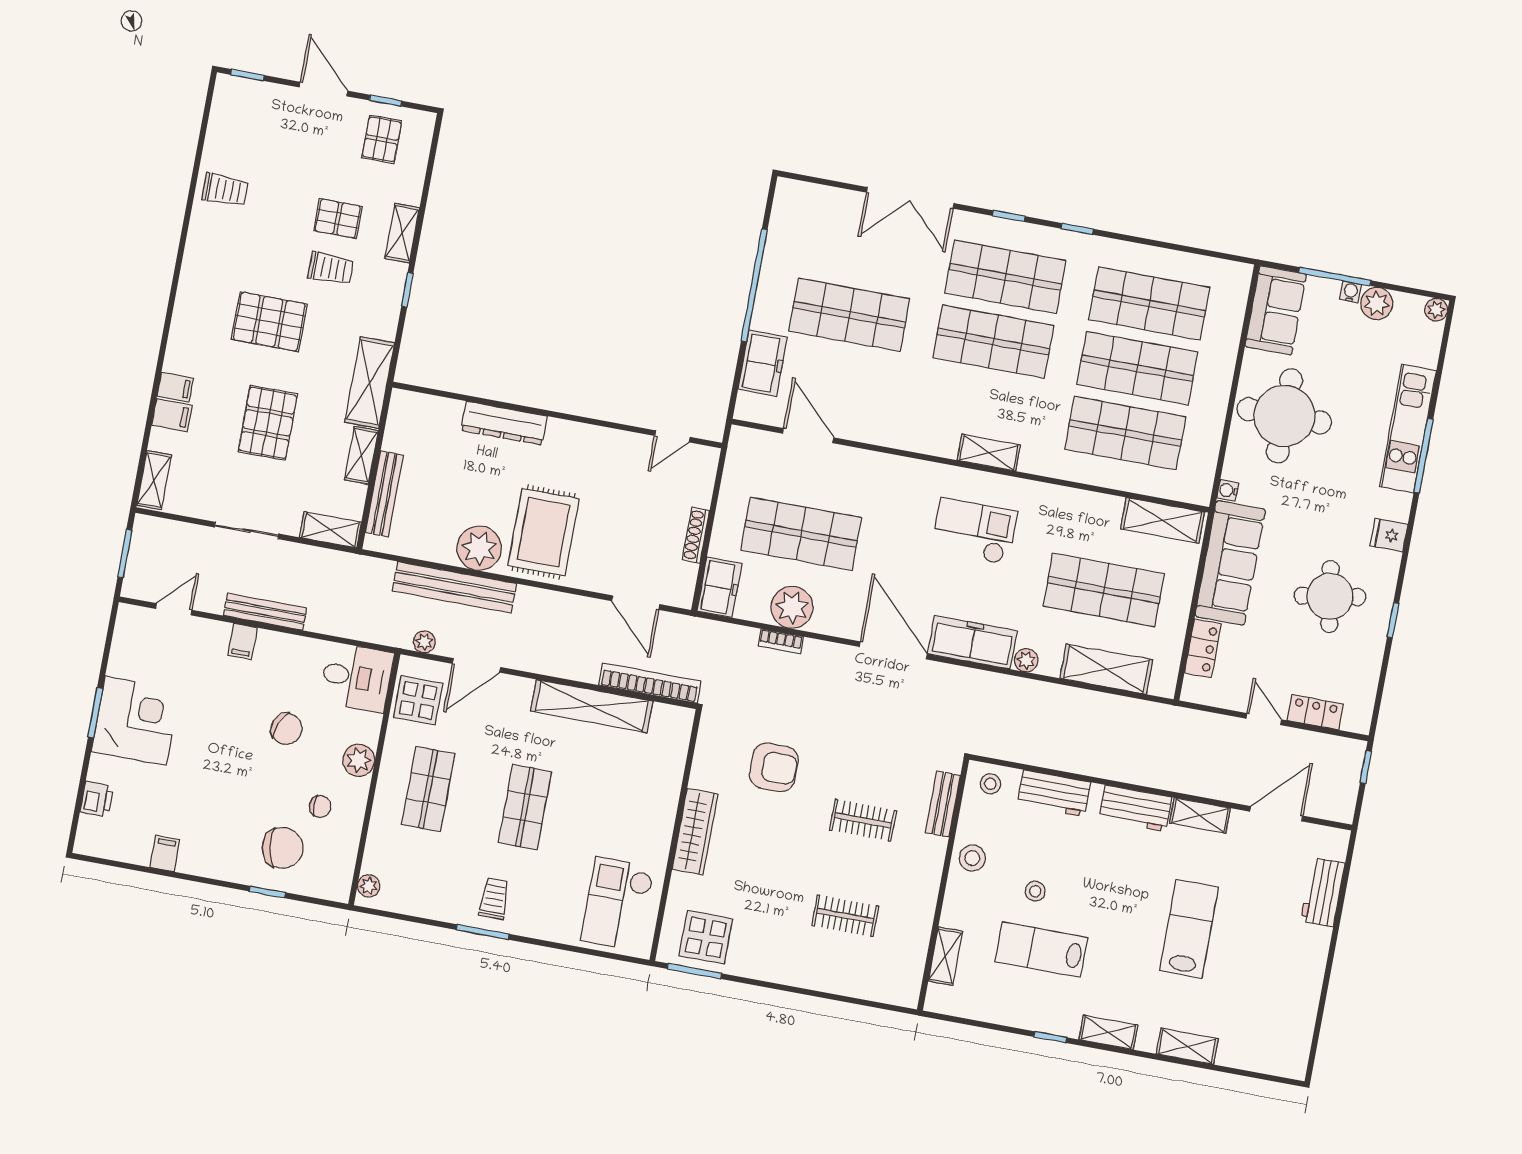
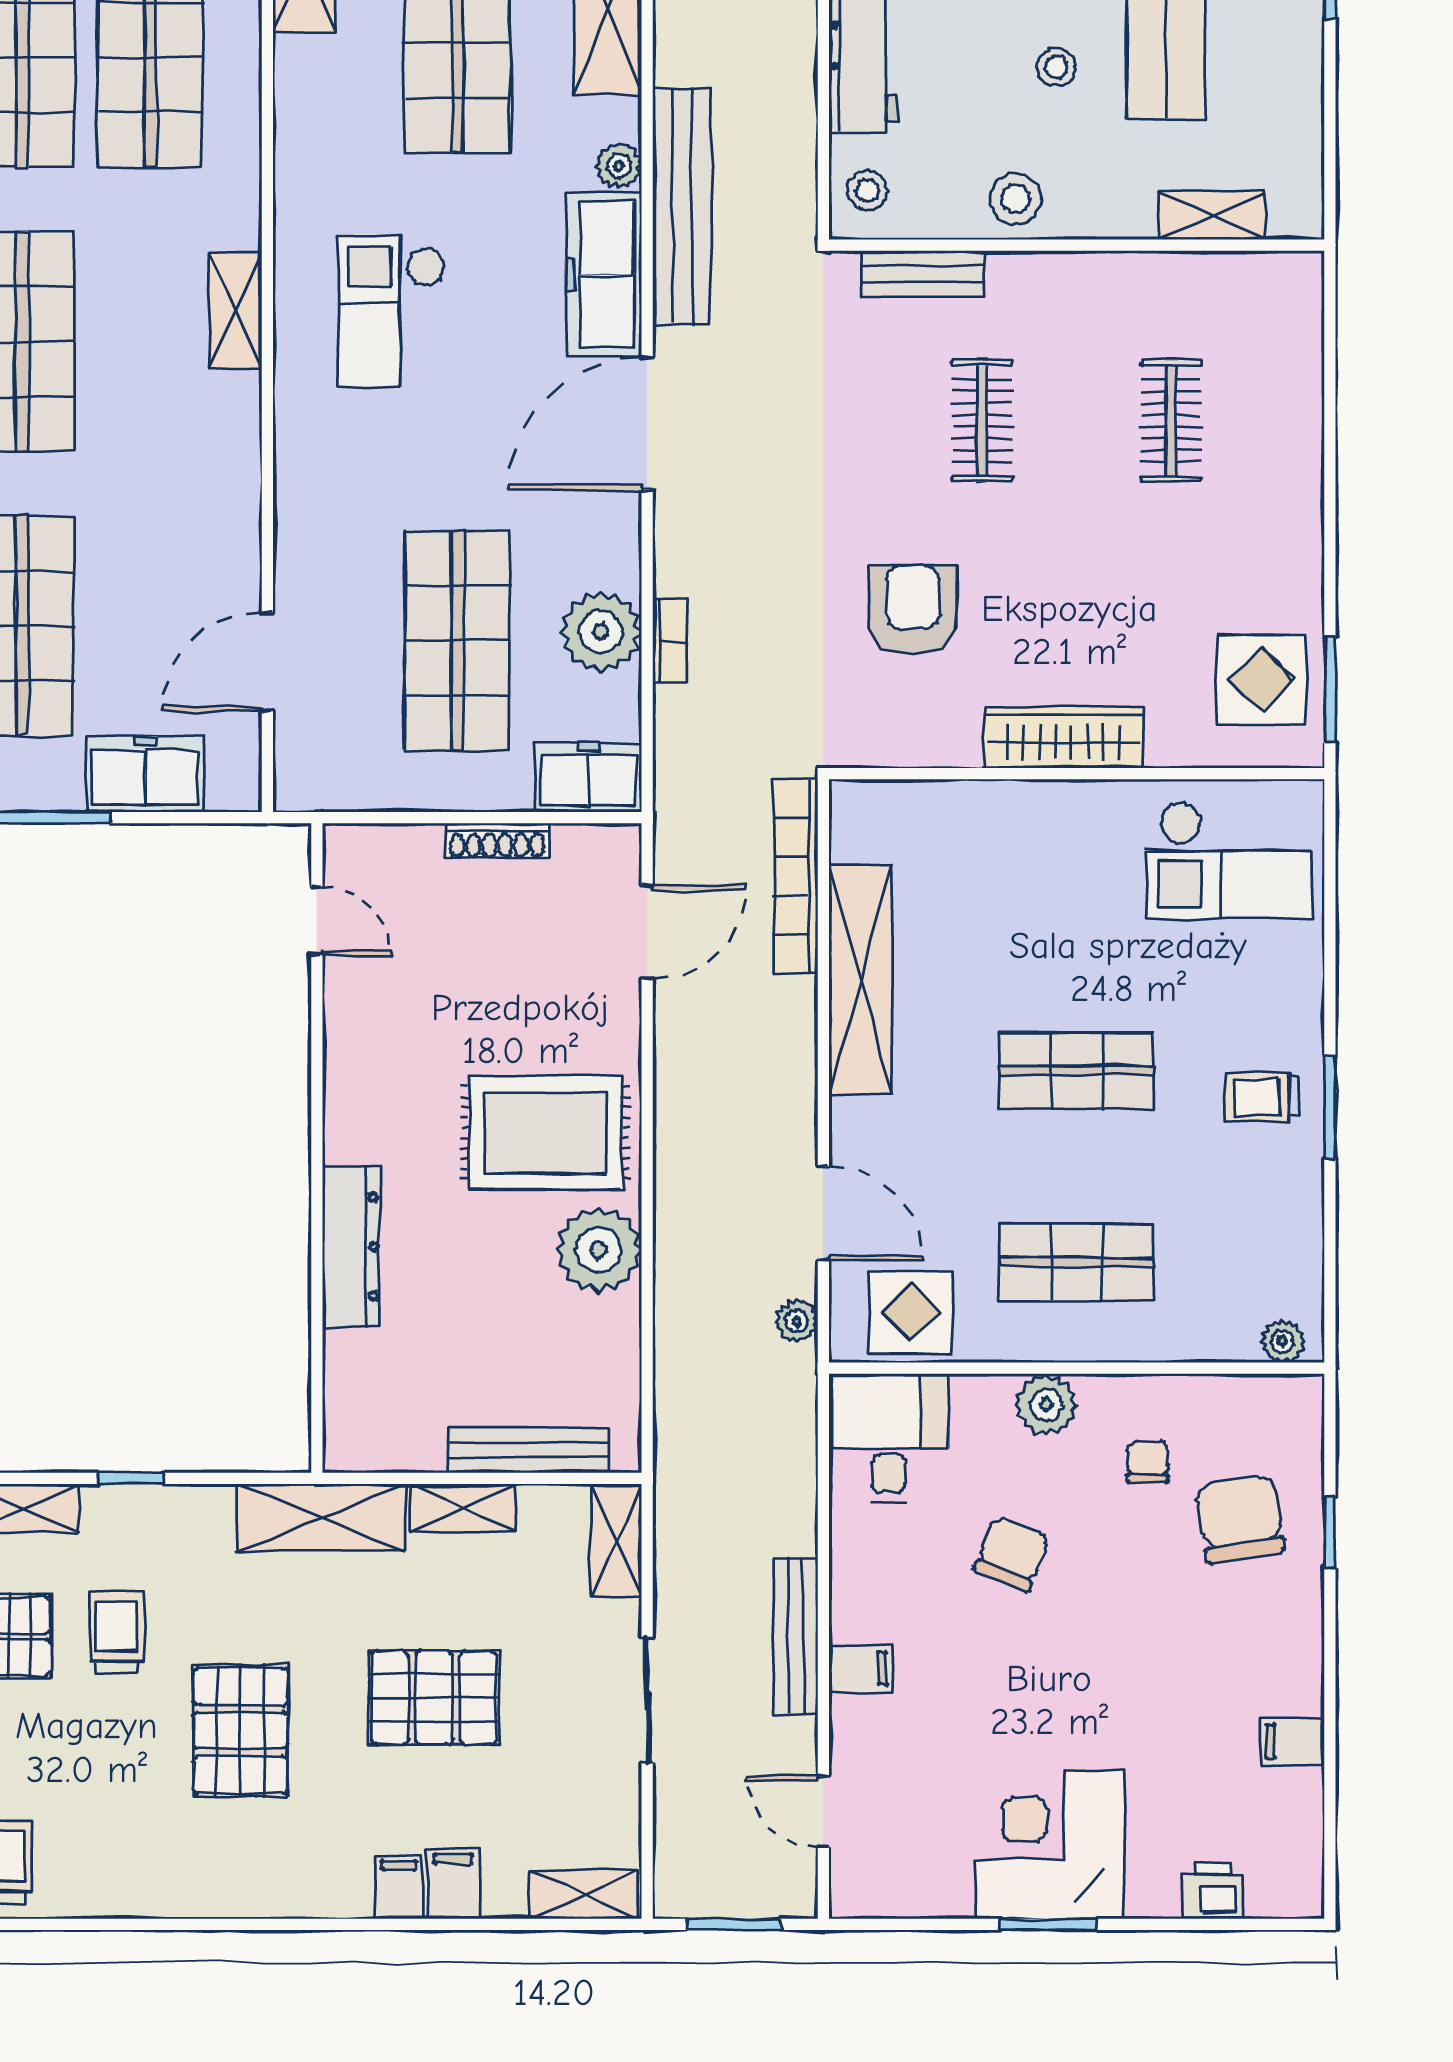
bench: (454, 587) -> (682, 206), moved

